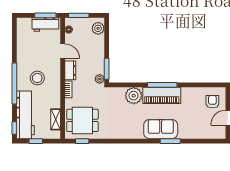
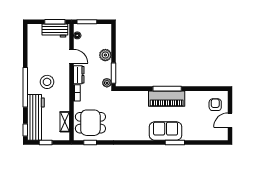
plant: (98, 28) -> (105, 55), moved
plant: (134, 96) -> (140, 99), removed

